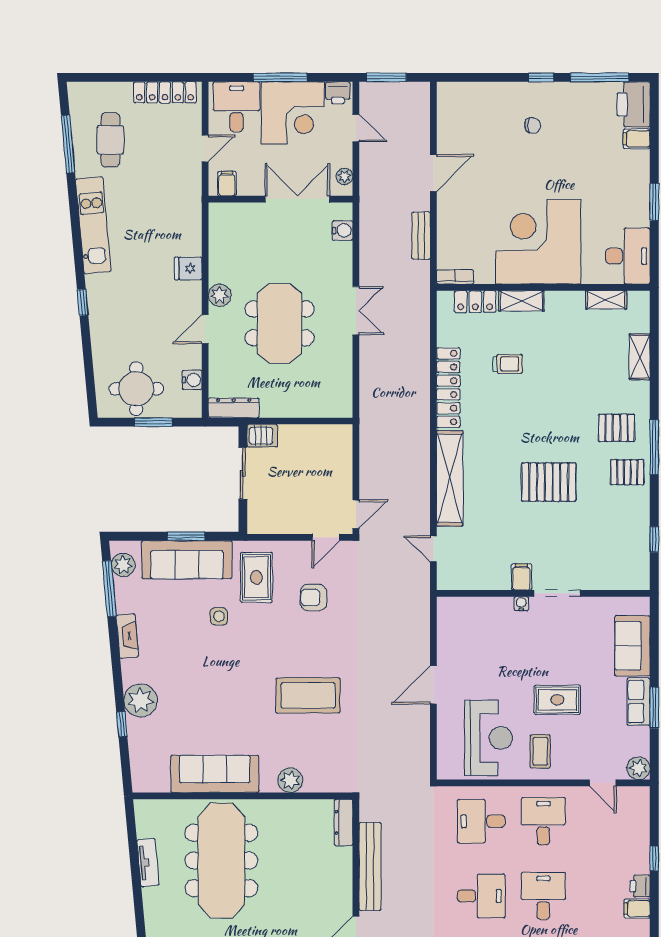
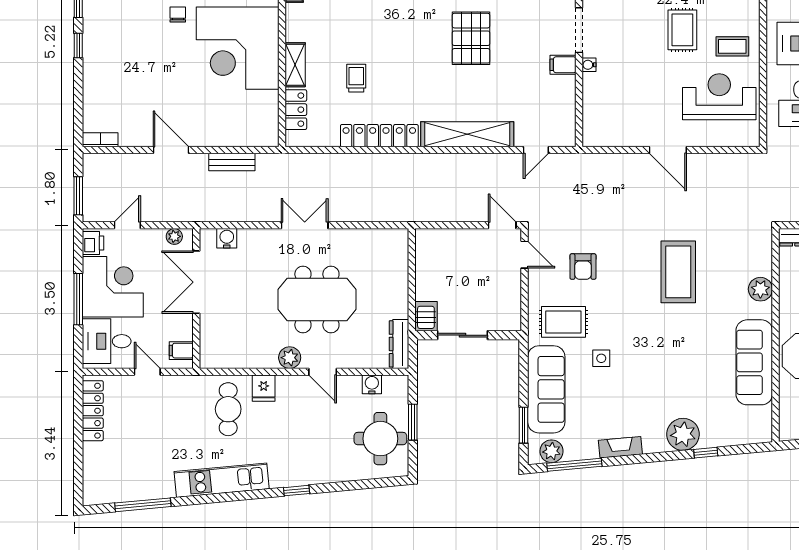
chair: (533, 125) -> (178, 14), moved
cafe table: (110, 140) -> (228, 409), moved, turned 90
bookcase: (455, 277) -> (100, 140), moved, turned 90
window: (186, 536) -> (524, 425), moved

